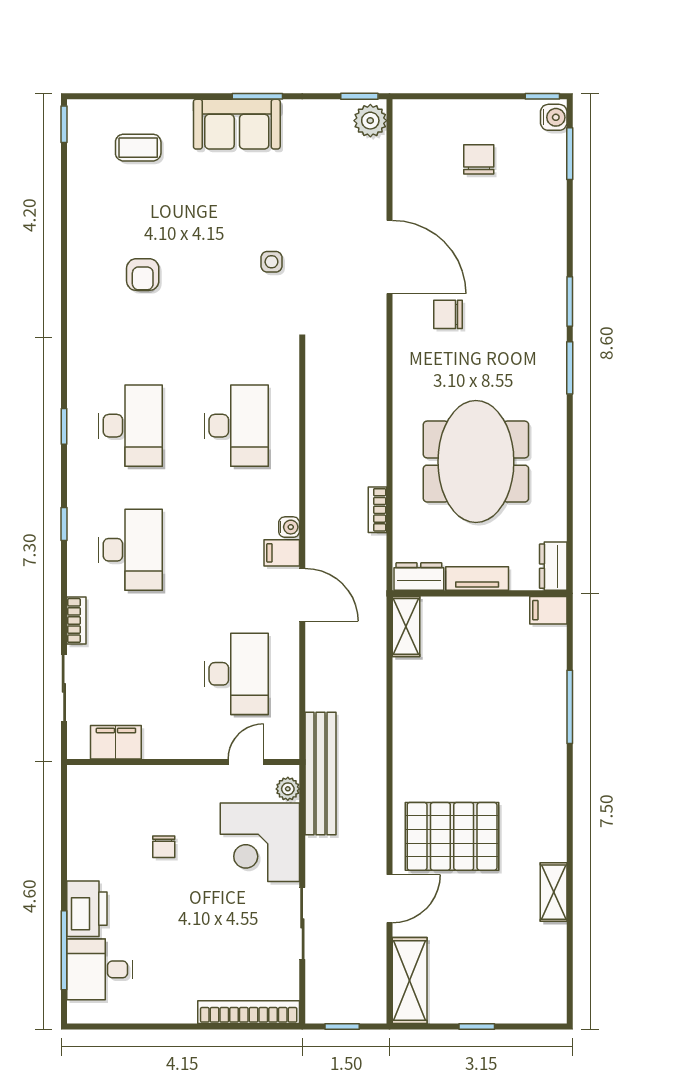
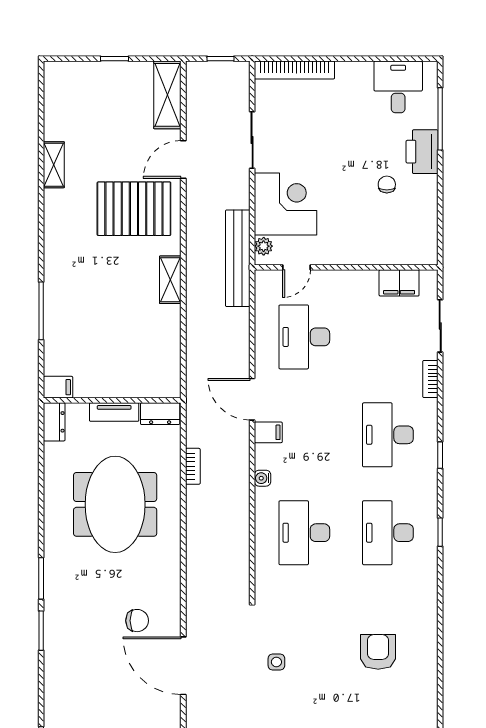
armchair: (143, 275) -> (378, 652), width x1.38, depth x1.38
water cooler: (289, 527) -> (262, 478), moved
shelving: (406, 626) -> (170, 280), moved
chair: (164, 847) -> (387, 184), moved
desk: (100, 969) -> (398, 87), moved, turned -90

